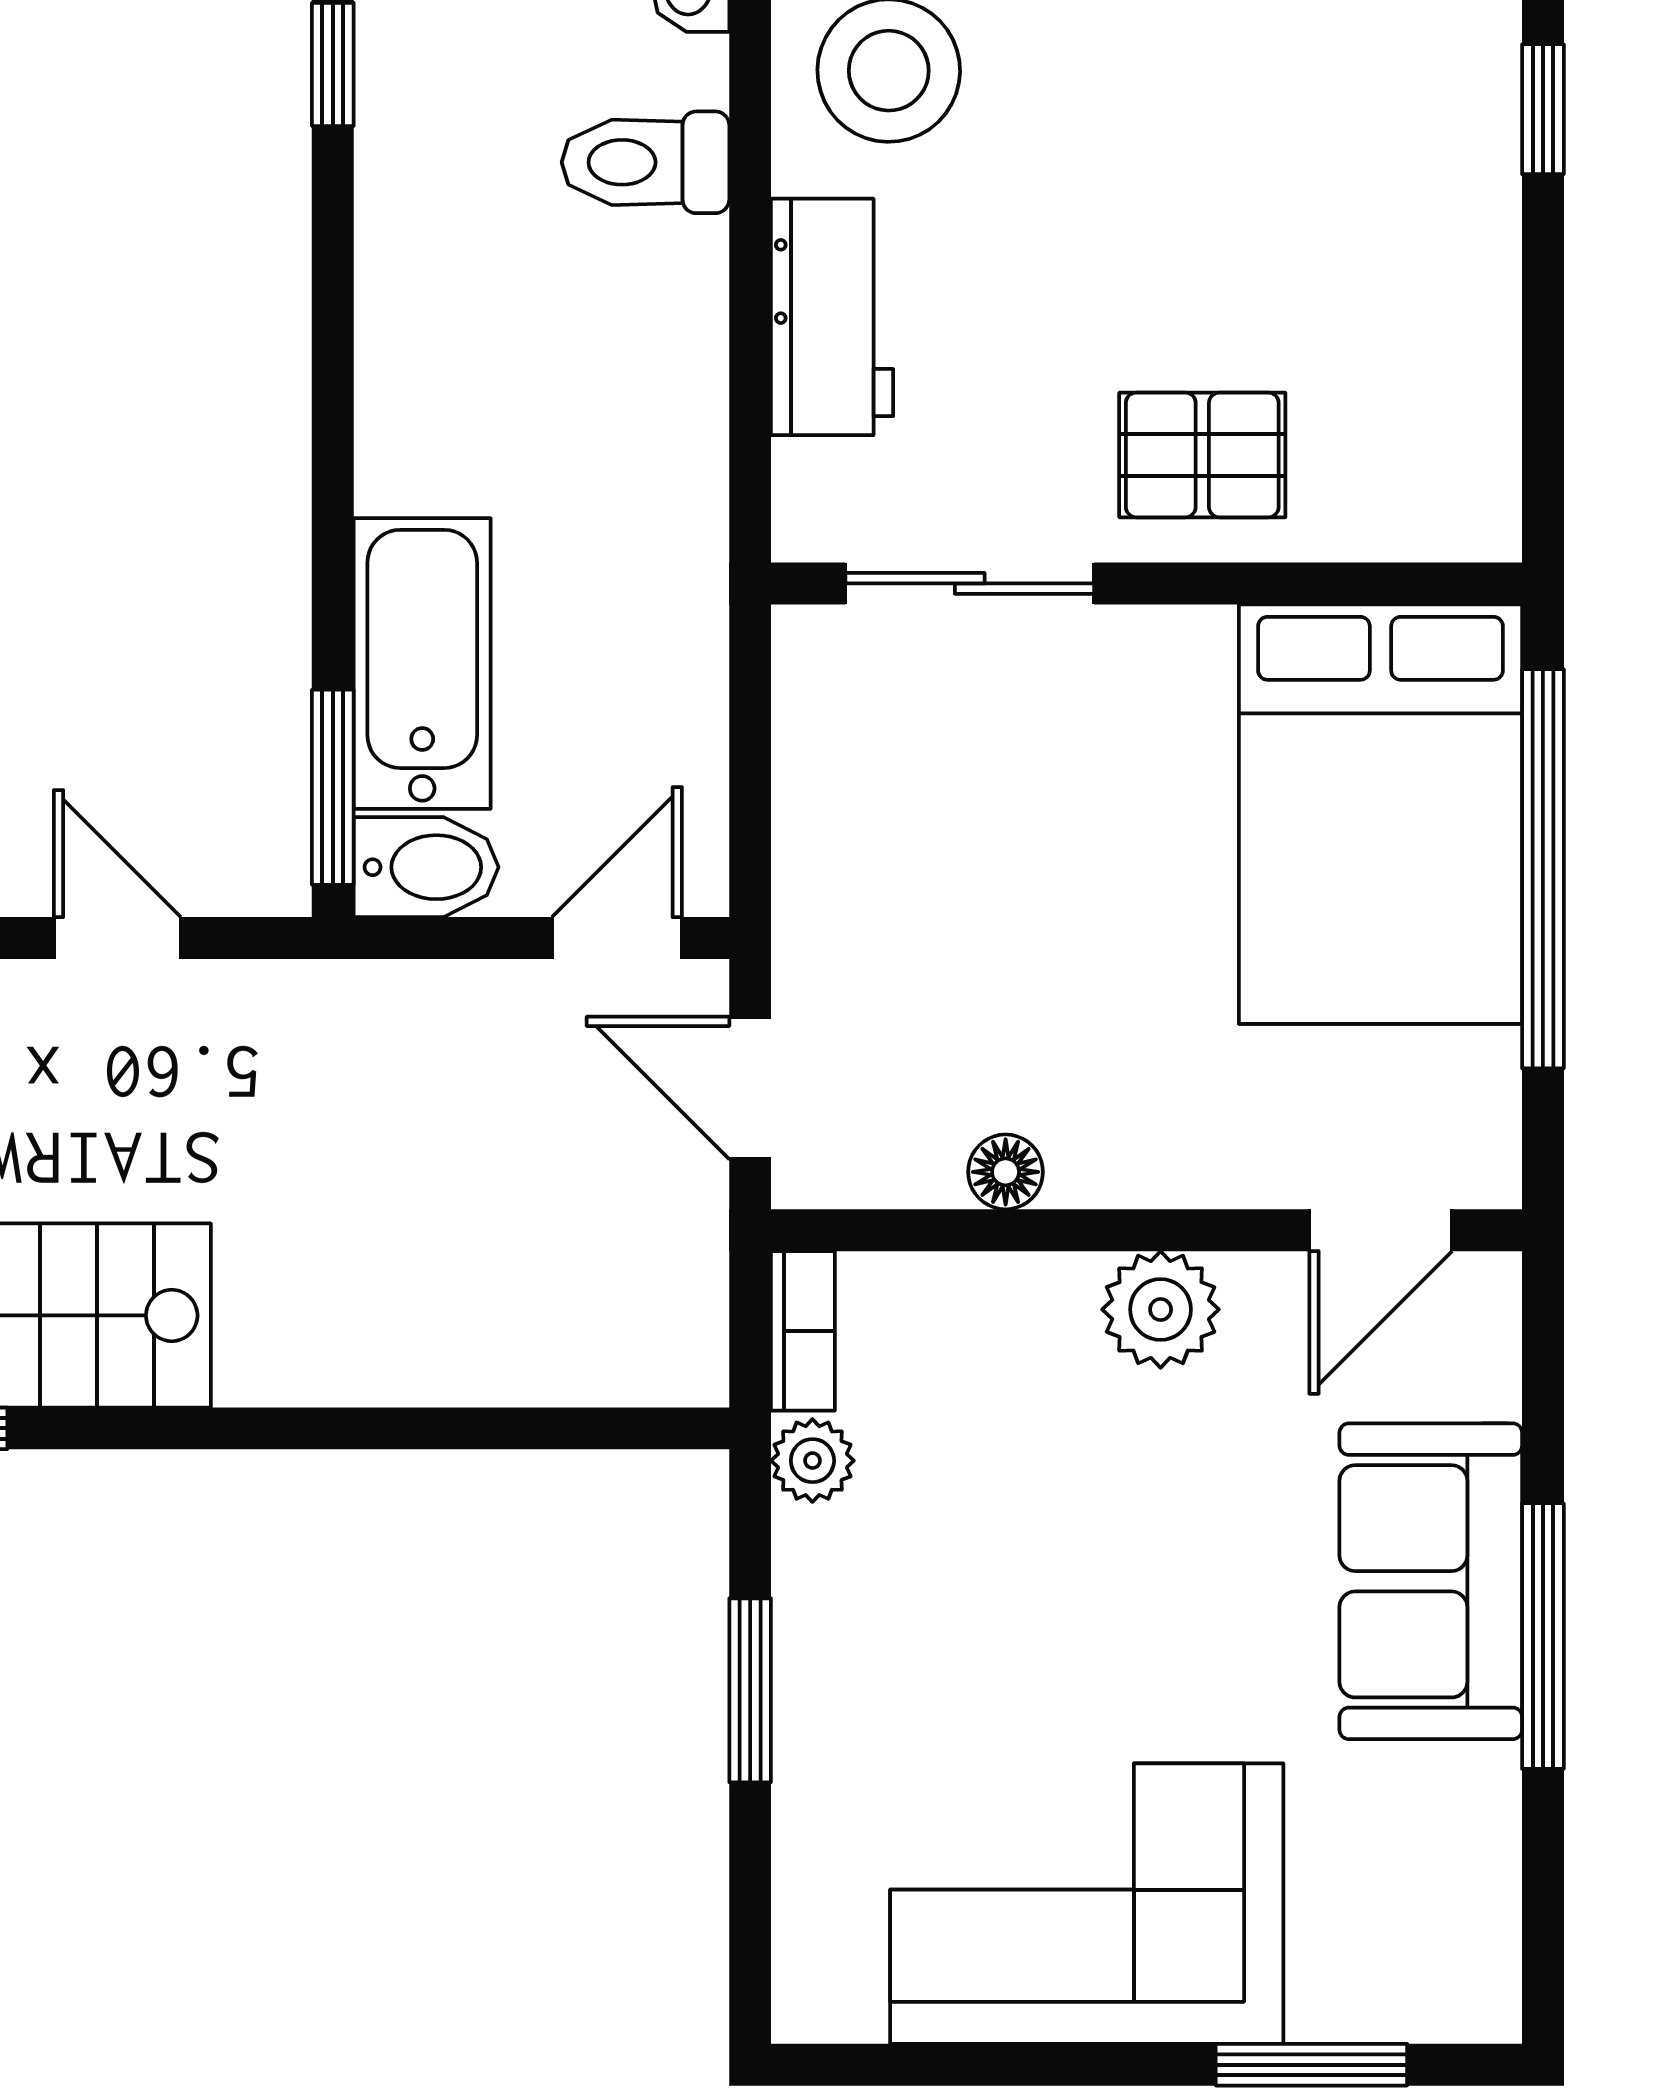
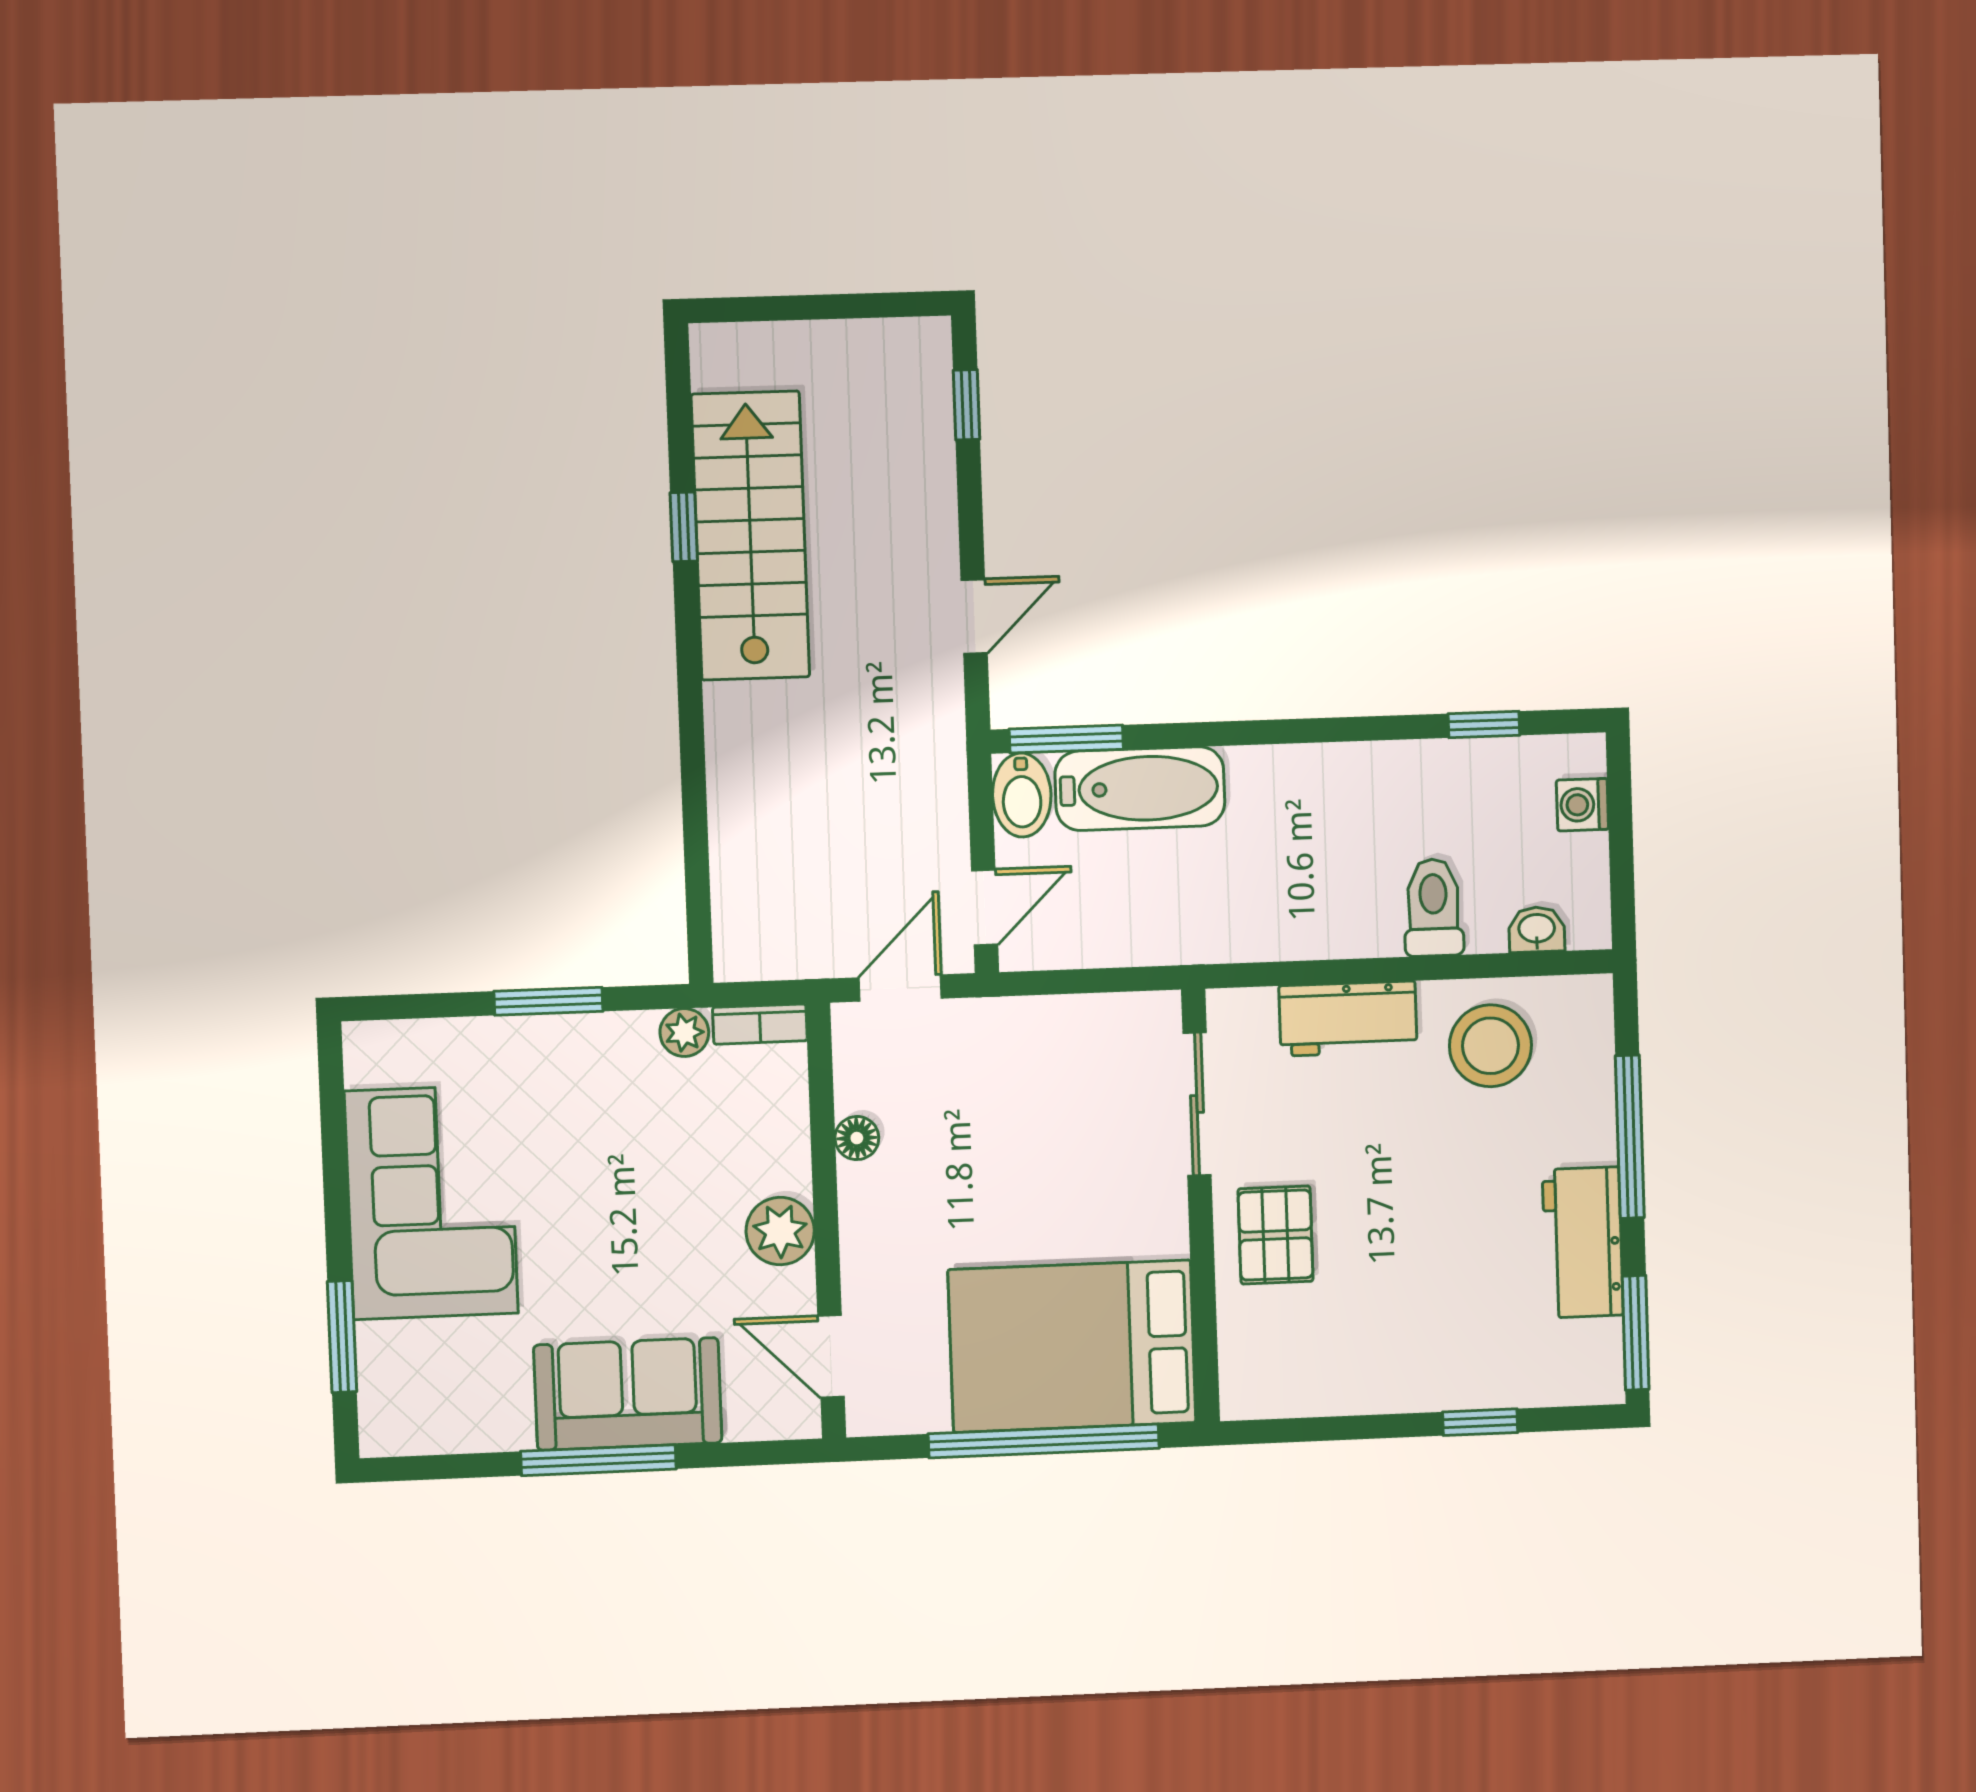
door: (617, 938) -> (985, 907), hinge flipped

